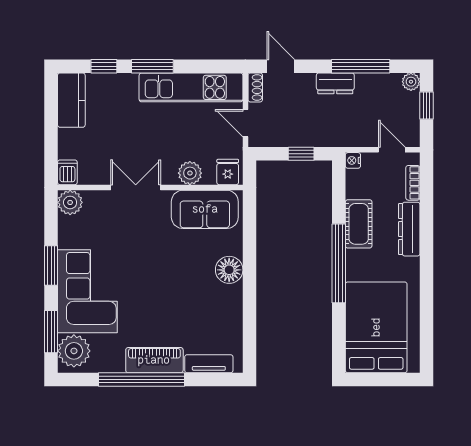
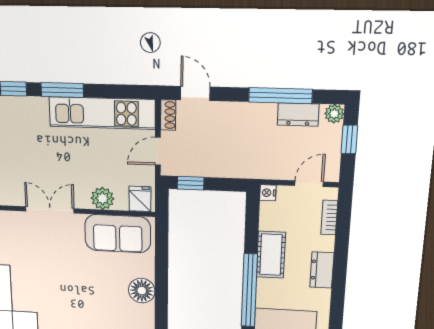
dresser: (335, 83) -> (298, 114), moved
door: (245, 123) -> (158, 151), hinge flipped
door: (392, 150) -> (309, 184), hinge flipped
window: (301, 154) -> (191, 183), moved
dresser: (409, 229) -> (322, 270), width x0.70

